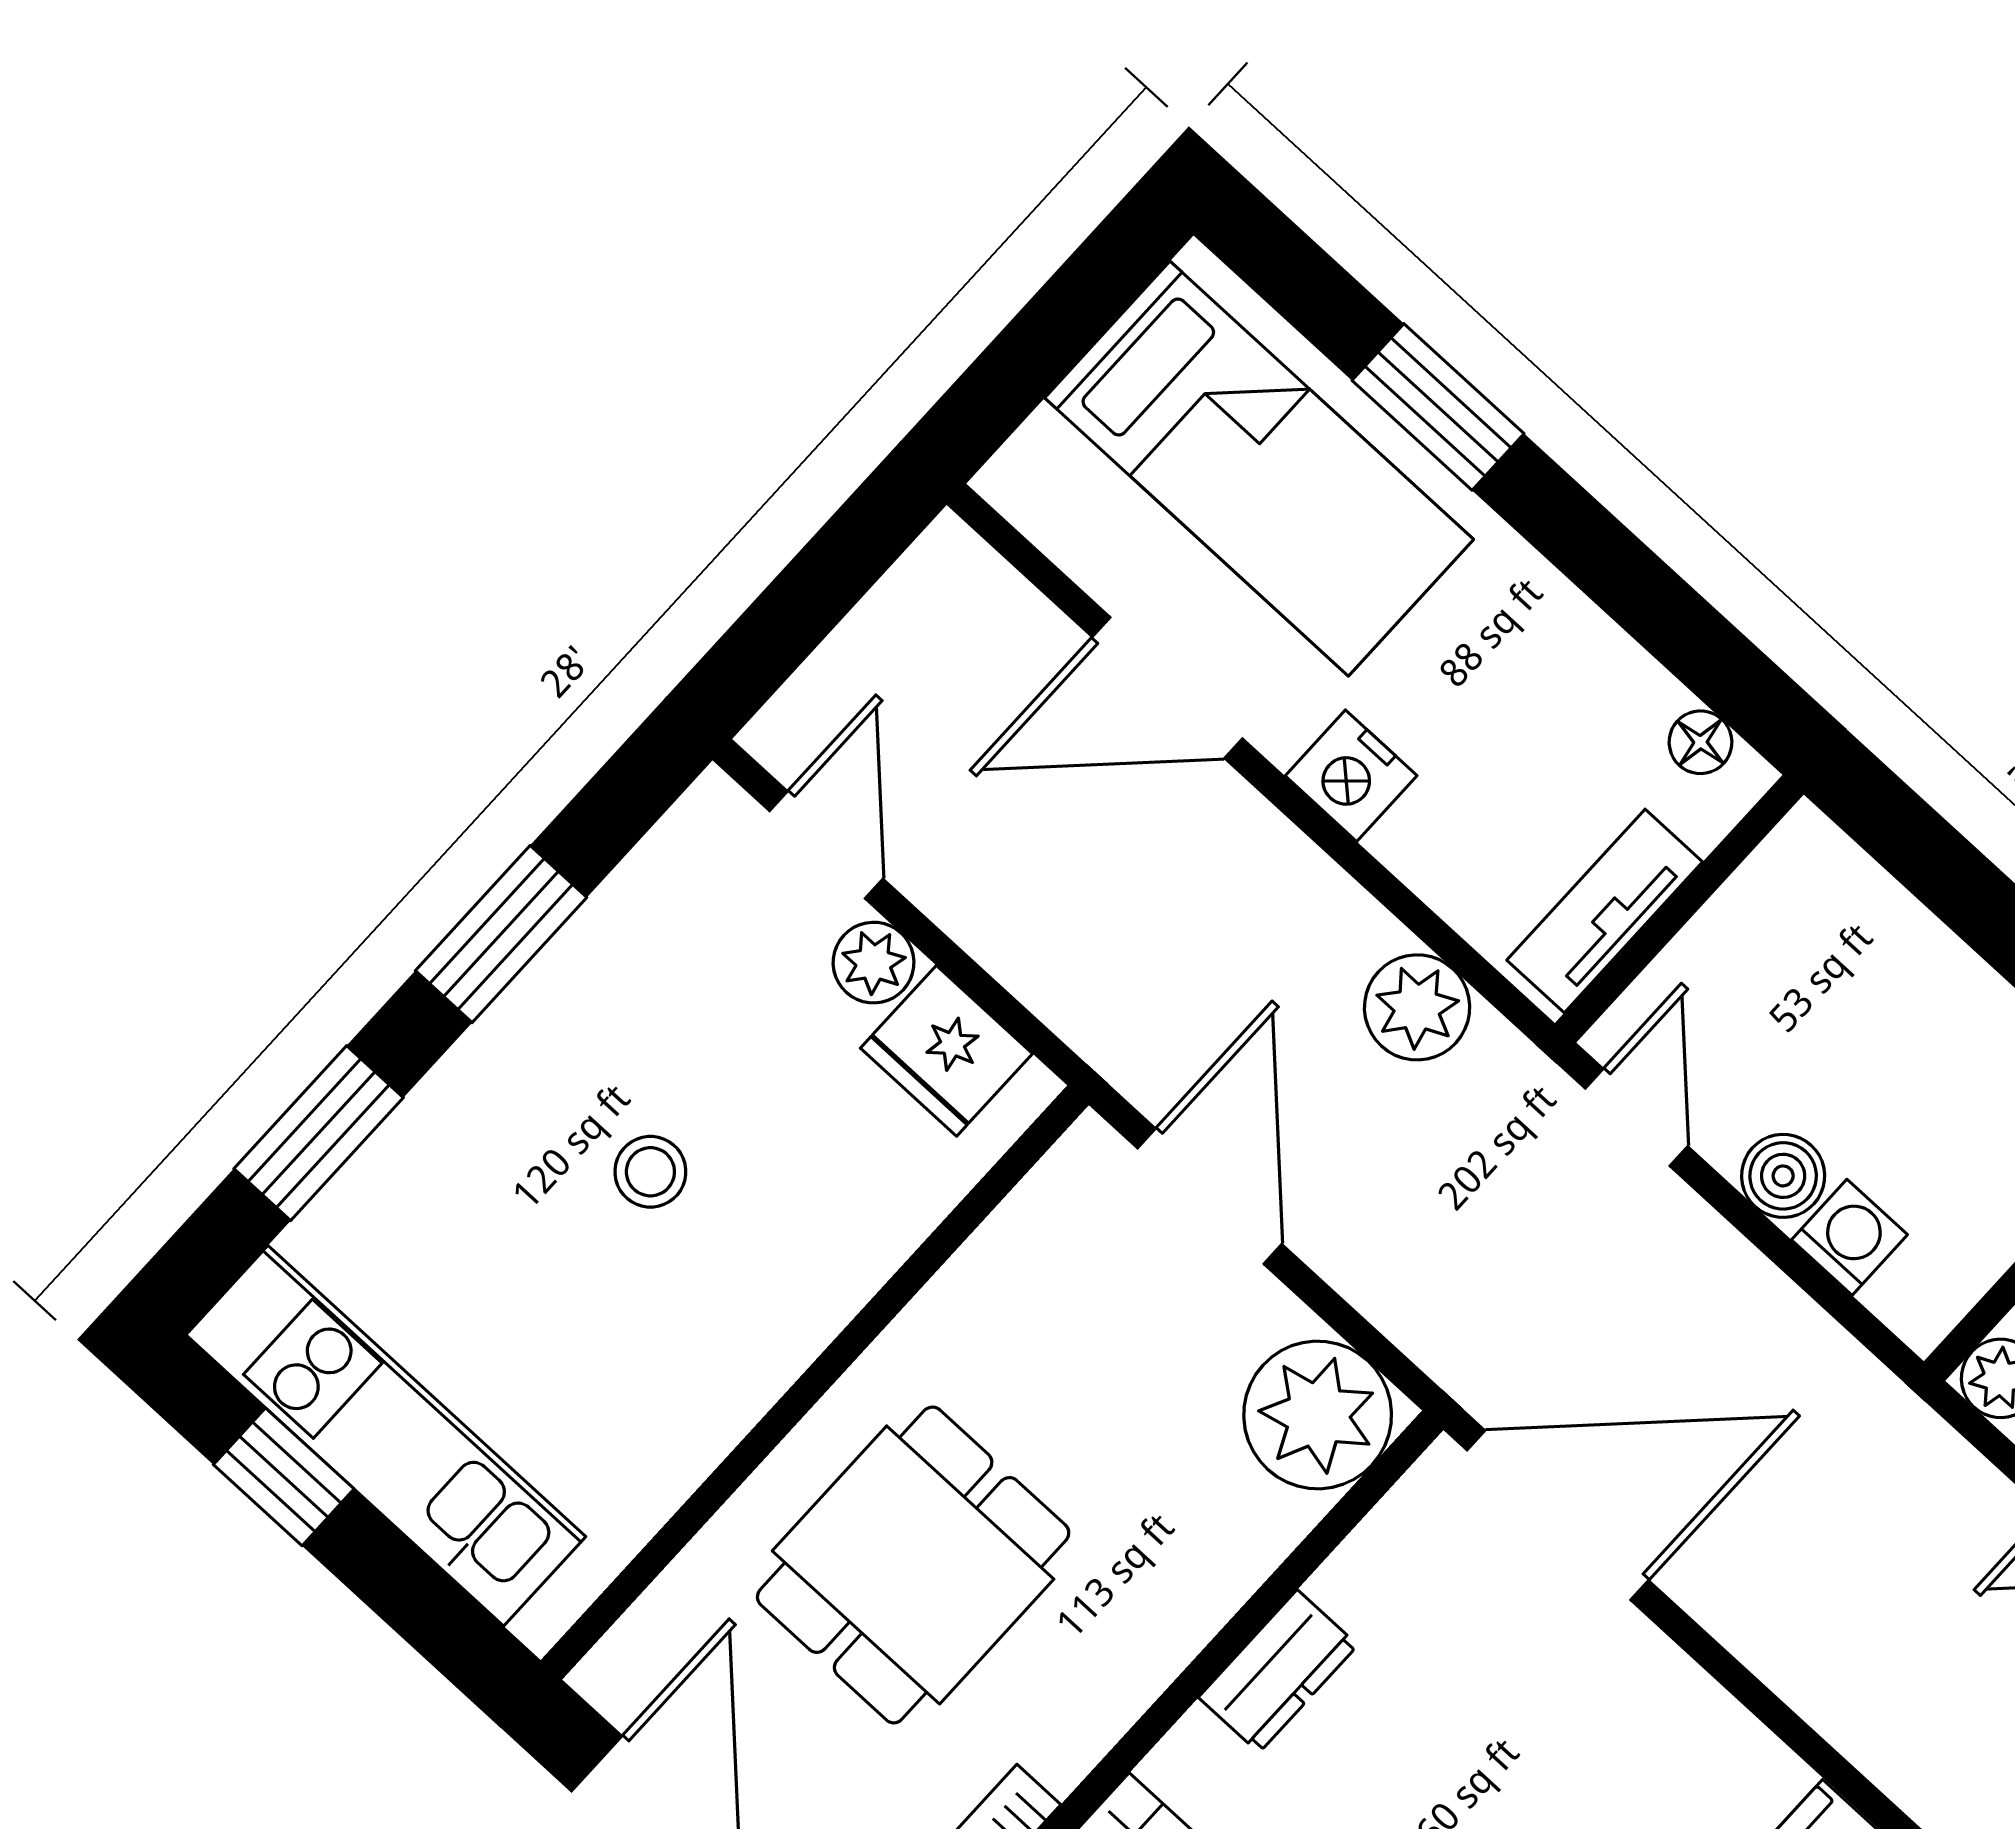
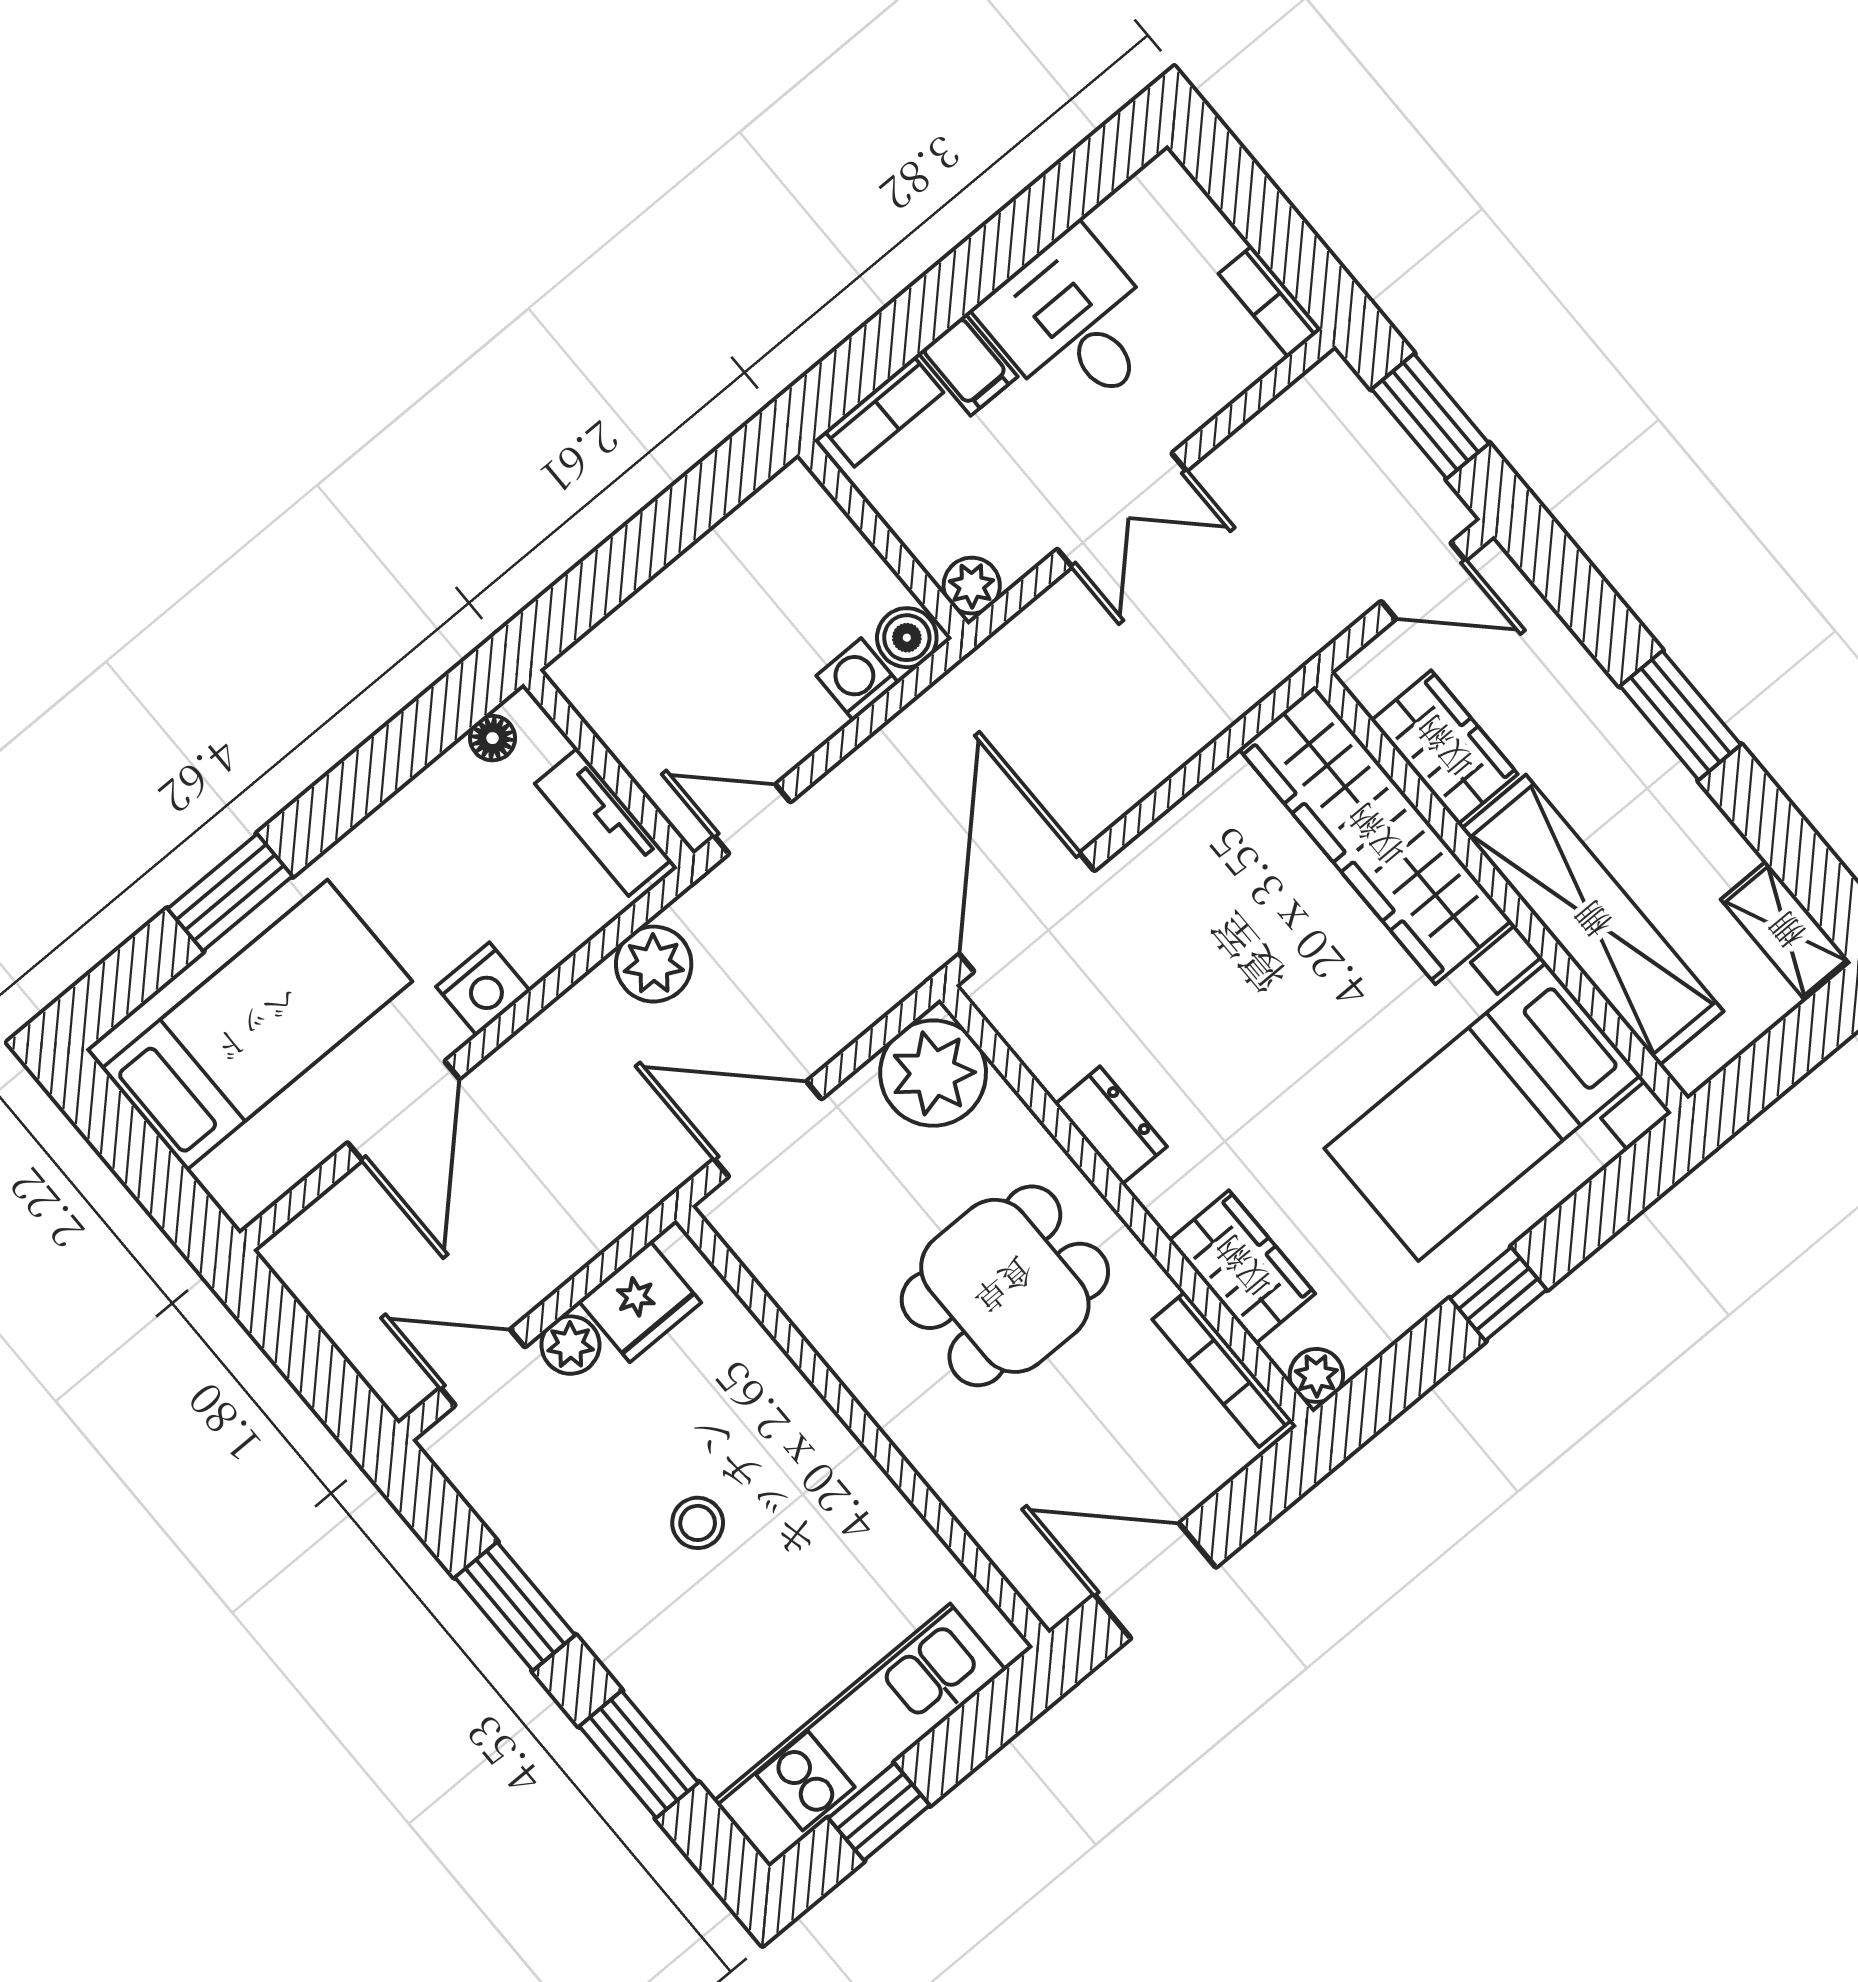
boiler: (1783, 1176) -> (907, 638), moved
dining table: (913, 1565) -> (1005, 1286), moved, turned 90

